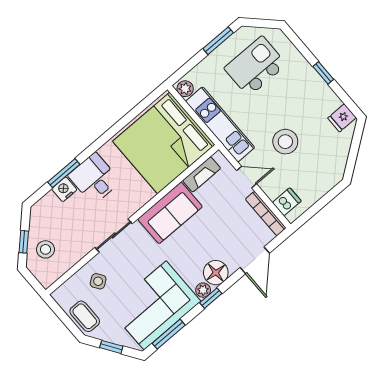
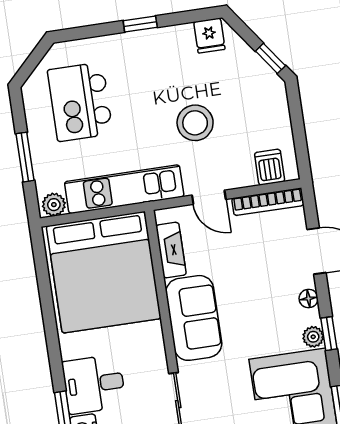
window: (218, 41) -> (25, 157), moved
window: (351, 162) -> (270, 58), added
door: (247, 177) -> (209, 197), swing flipped
floor lamp: (216, 273) -> (309, 298), width x0.53, depth x0.53

